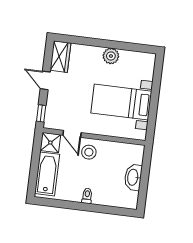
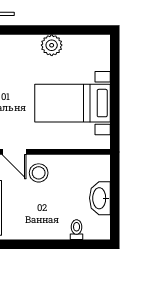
toilet: (87, 196) -> (77, 230), moved

